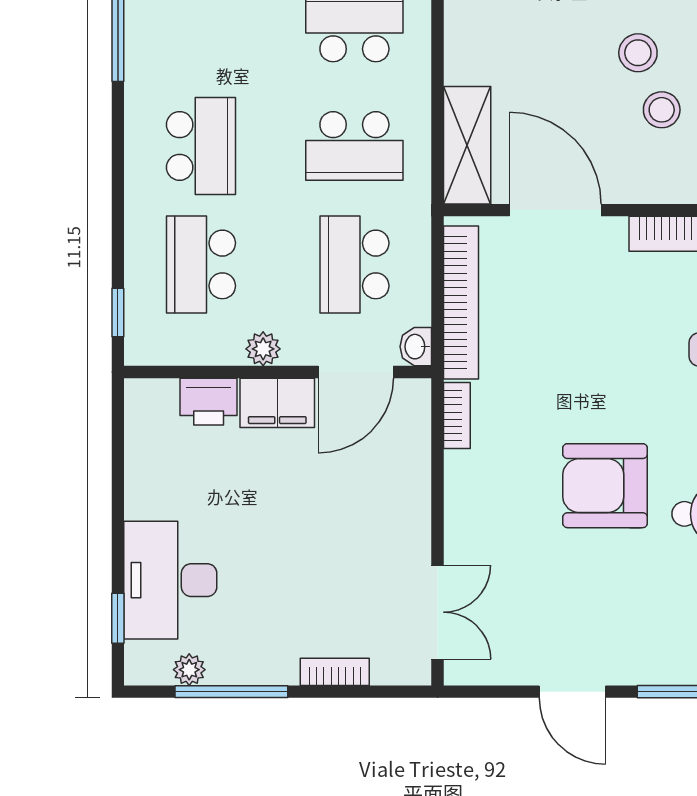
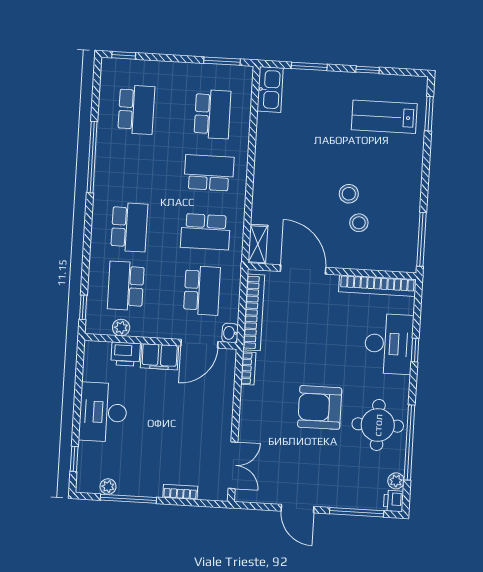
shelving: (467, 145) -> (258, 244), width x0.67, depth x0.75
school desk: (354, 264) -> (202, 290), turned 180
plant: (263, 349) -> (121, 328), moved
desk: (170, 580) -> (103, 412), moved

